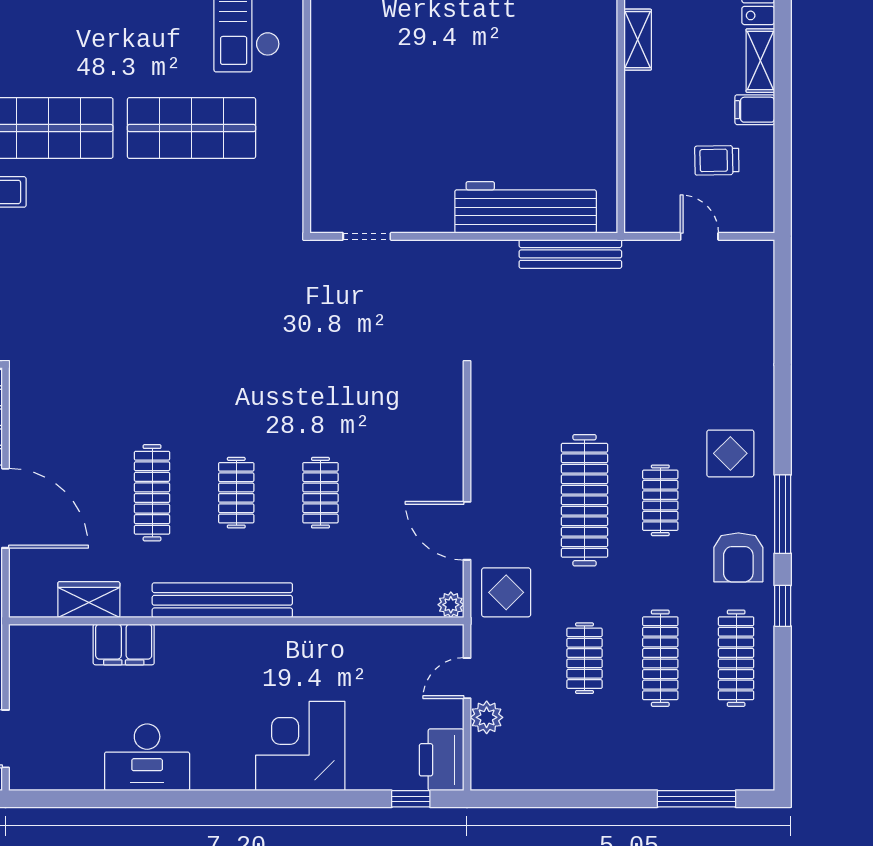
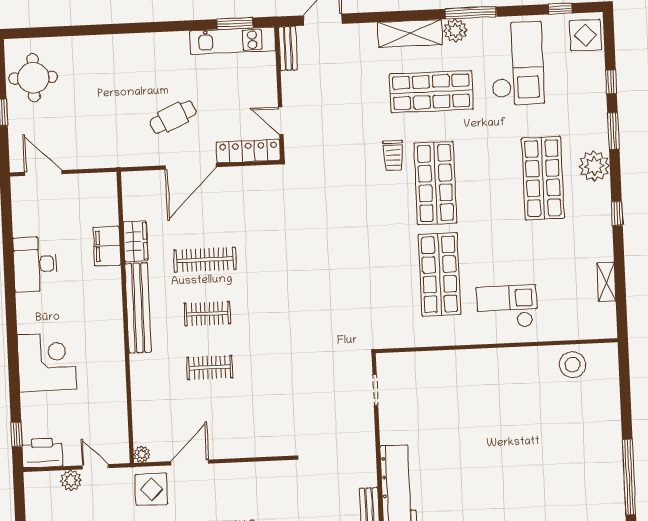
wardrobe: (89, 600) -> (135, 241), moved

